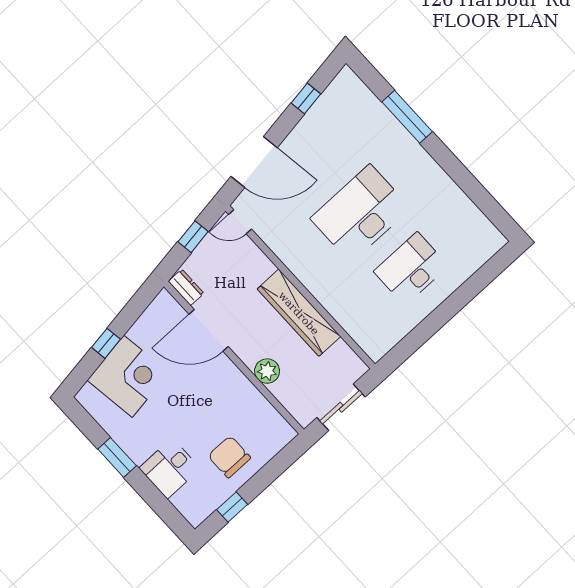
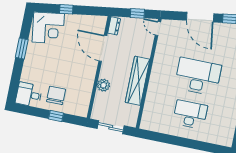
door: (254, 162) -> (200, 17), moved
corner desk: (128, 376) -> (48, 28), moved
desk: (170, 468) -> (29, 95), moved
window: (232, 507) -> (56, 116), moved

